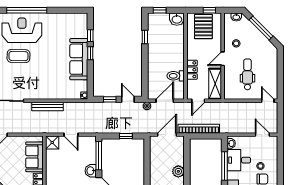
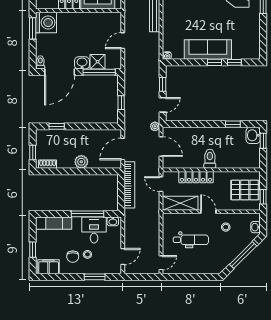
washbasin: (177, 19) -> (253, 135), moved
locker: (192, 70) -> (196, 177), width x1.53
toilet: (176, 76) -> (210, 159), moved
door: (167, 135) -> (123, 149), swing flipped
shower: (52, 143) -> (98, 62), moved
window: (280, 160) -> (95, 277), added

